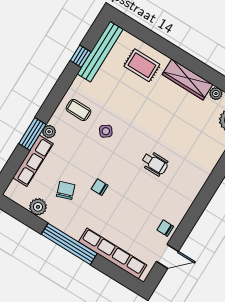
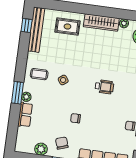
window: (81, 56) -> (27, 25), moved
window: (32, 134) -> (18, 93), moved
row of seats: (33, 161) -> (25, 115), width x0.68
chair: (66, 190) -> (62, 143), moved

